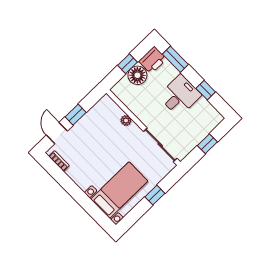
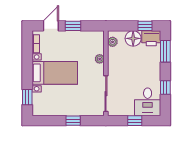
window: (128, 64) -> (145, 26), moved
plant: (123, 95) -> (113, 42), added
desk: (180, 96) -> (148, 102), moved, turned 90
bed with nightstands: (119, 190) -> (55, 73), moved
window: (96, 213) -> (27, 97), added

